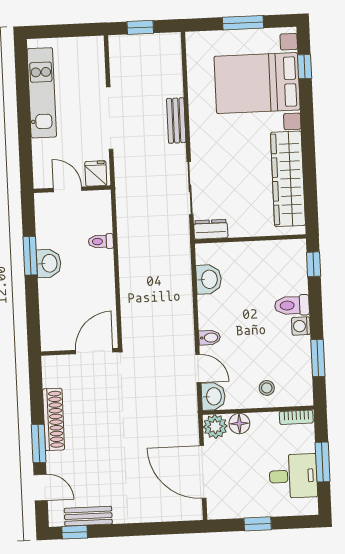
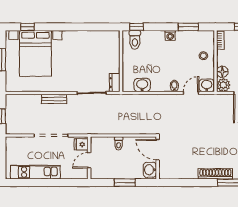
wardrobe: (288, 179) -> (89, 39), removed
washbasin: (49, 263) -> (150, 170), moved, turned -90
toilet: (292, 305) -> (135, 40), moved
door: (94, 351) -> (158, 150), moved
wall: (80, 352) -> (158, 158), moved

